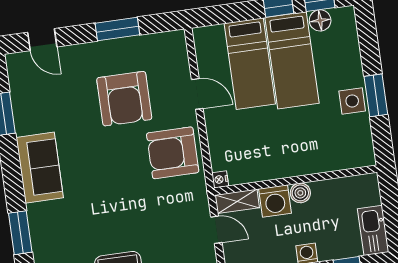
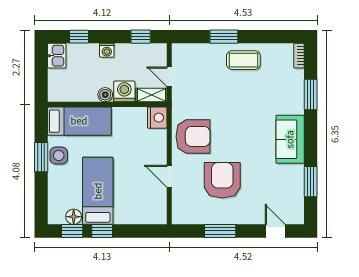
bed: (250, 64) -> (79, 121), moved, turned 90
nightstand: (220, 179) -> (157, 118), width x1.89, depth x1.79
kitchen sink: (373, 230) -> (57, 56), width x0.73

